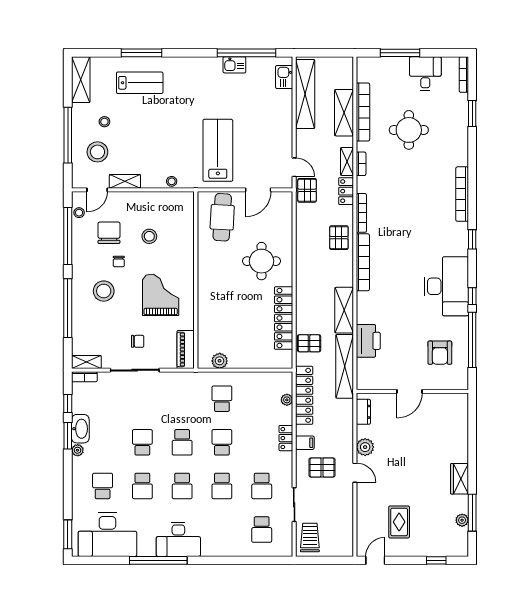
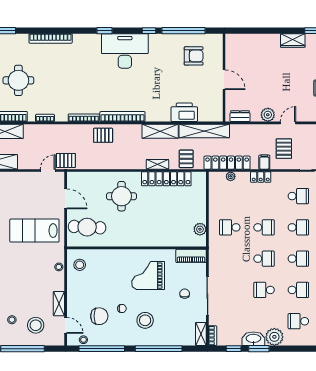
shelving: (347, 161) -> (157, 164), moved
locker: (346, 191) -> (67, 130), removed
bookcase: (462, 194) -> (51, 38), moved
chair: (109, 233) -> (99, 316), turned 180
stool: (149, 236) -> (80, 265), moved
desk: (446, 286) -> (125, 51), moved
school desk: (222, 442) -> (264, 227), turned 180
plant: (78, 450) -> (274, 337), width x1.87, depth x1.87

